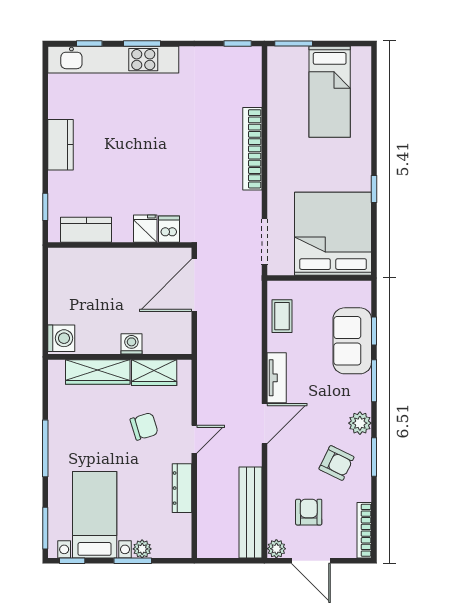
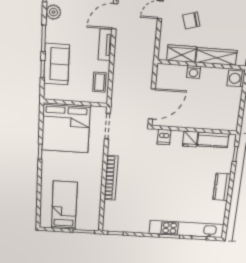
fridge: (145, 229) -> (190, 139), moved

